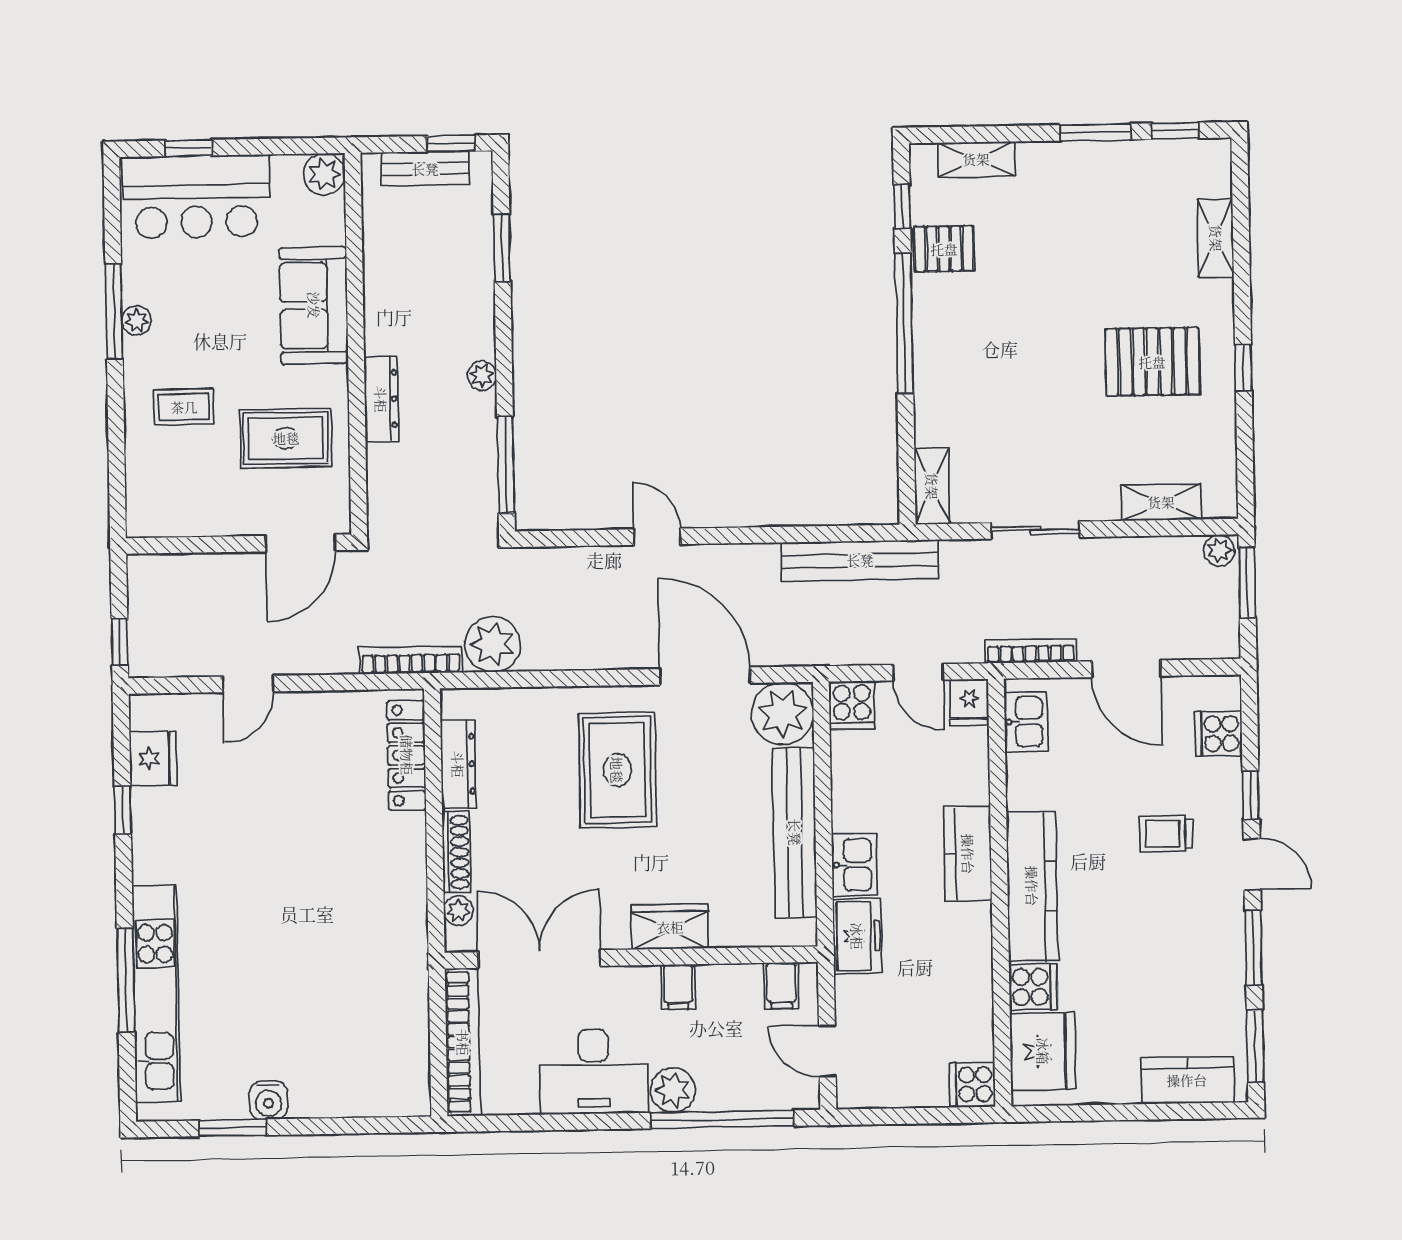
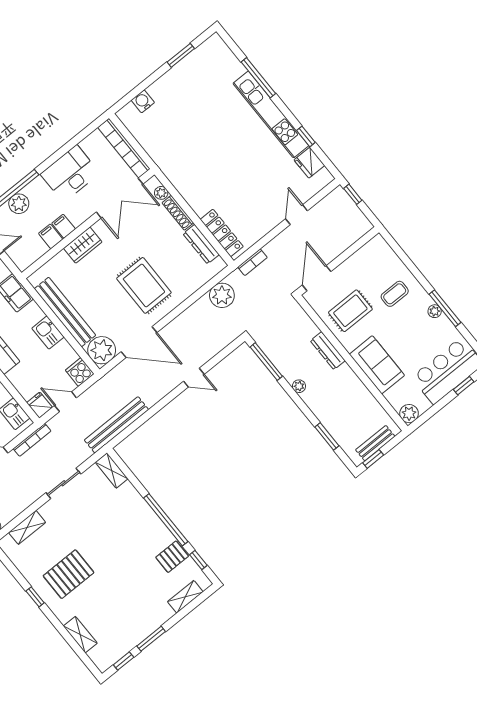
bookcase: (411, 660) -> (252, 262), width x0.64
kitchen sink: (854, 865) -> (48, 333), moved
filing cabinet: (781, 986) -> (51, 236), moved
kitchen unit: (156, 994) -> (271, 115), moved
plant: (673, 1090) -> (19, 204), moved
water cooler: (268, 1100) -> (143, 101), moved

